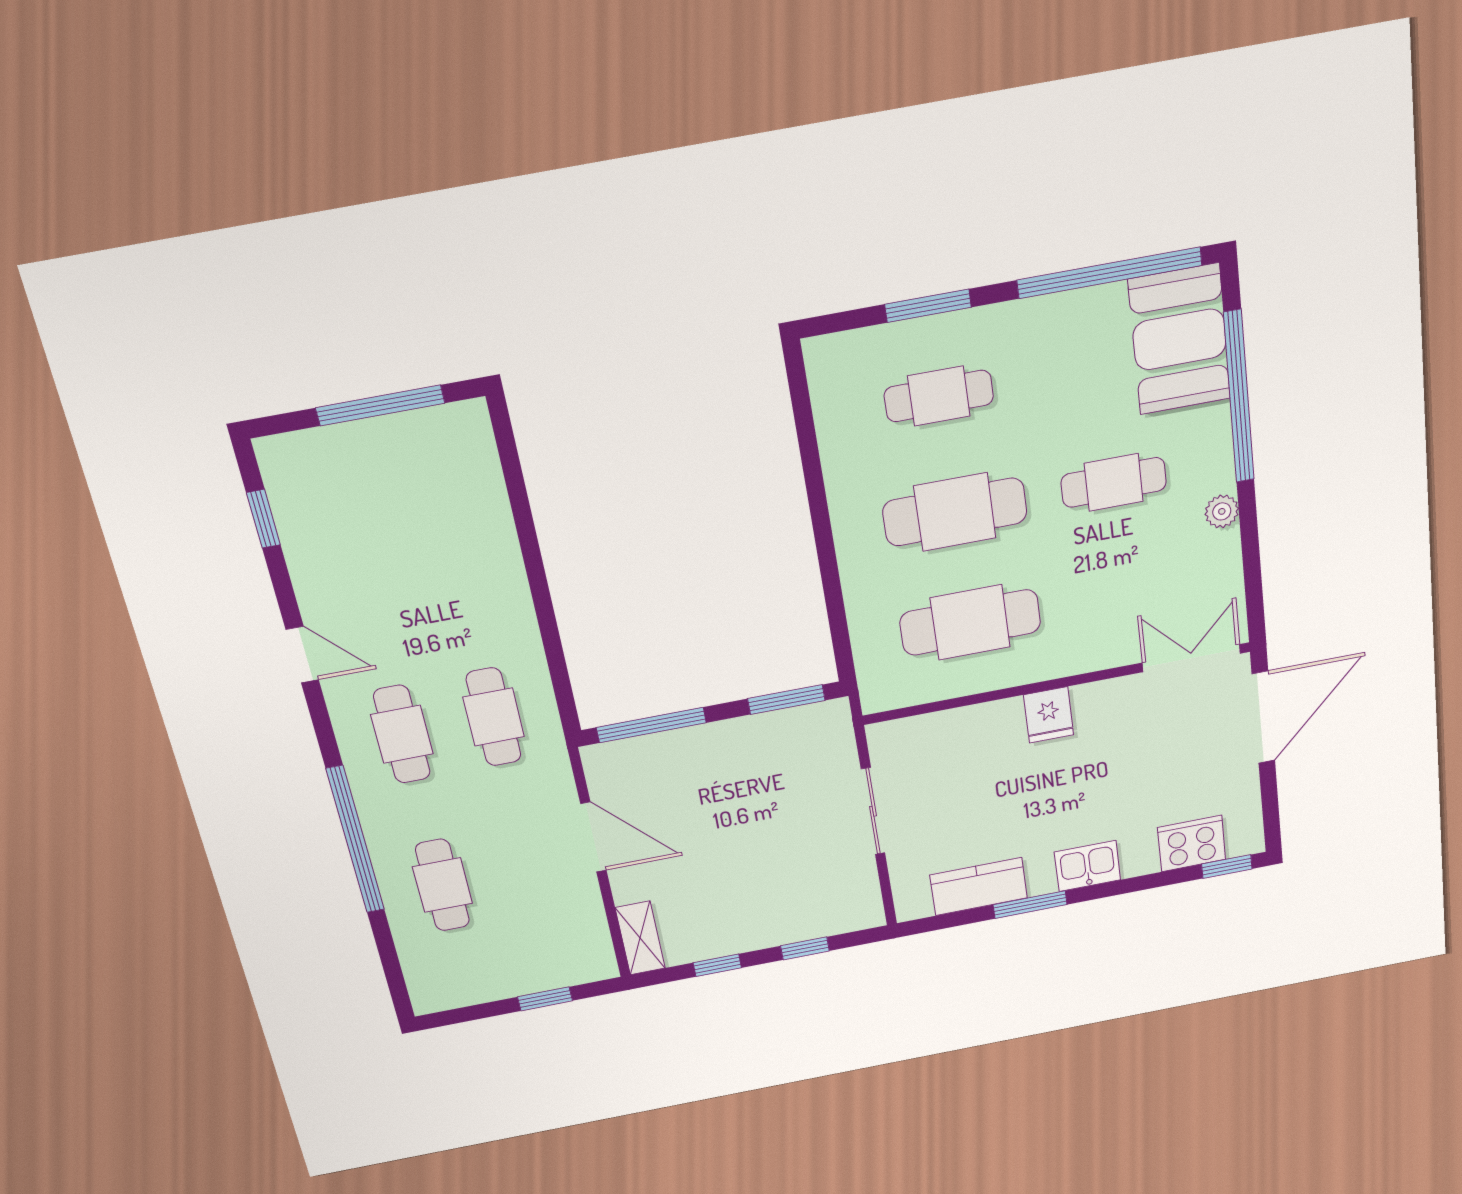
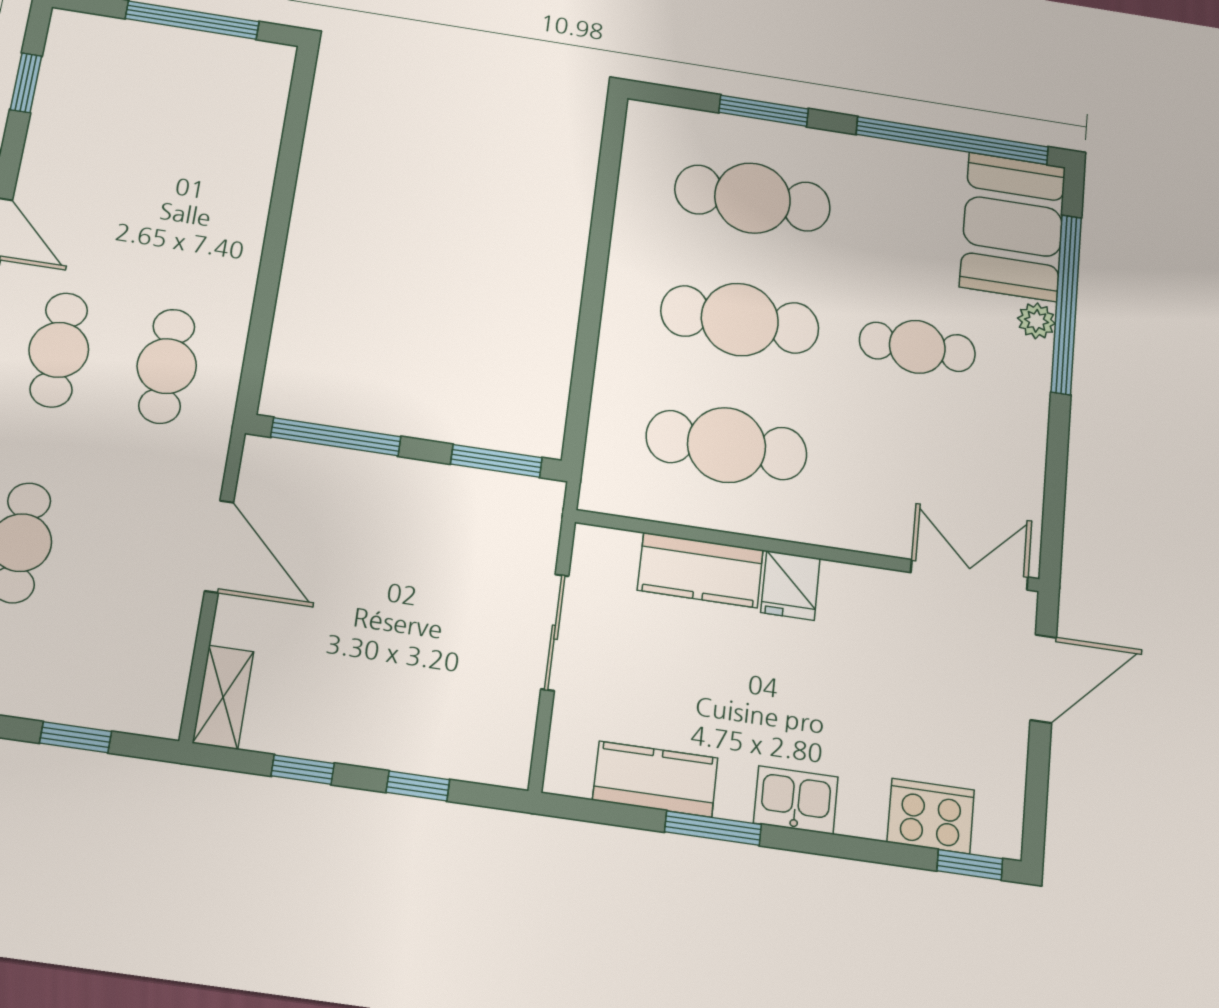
cafe table: (939, 396) -> (753, 198), width x1.37, depth x1.35
plant: (1222, 511) -> (1036, 321), moved
door: (1263, 717) -> (1043, 679), width x0.73
kitchen counter: (974, 728) -> (700, 570), added

